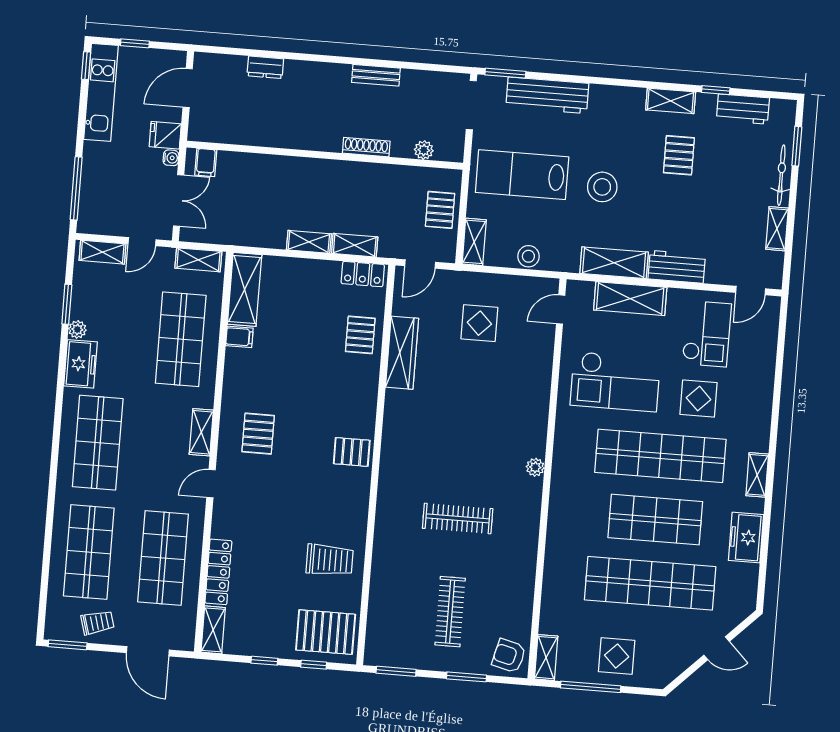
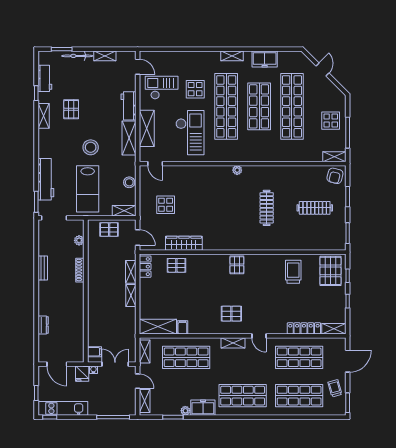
pallet: (679, 155) -> (71, 109), turned 90

